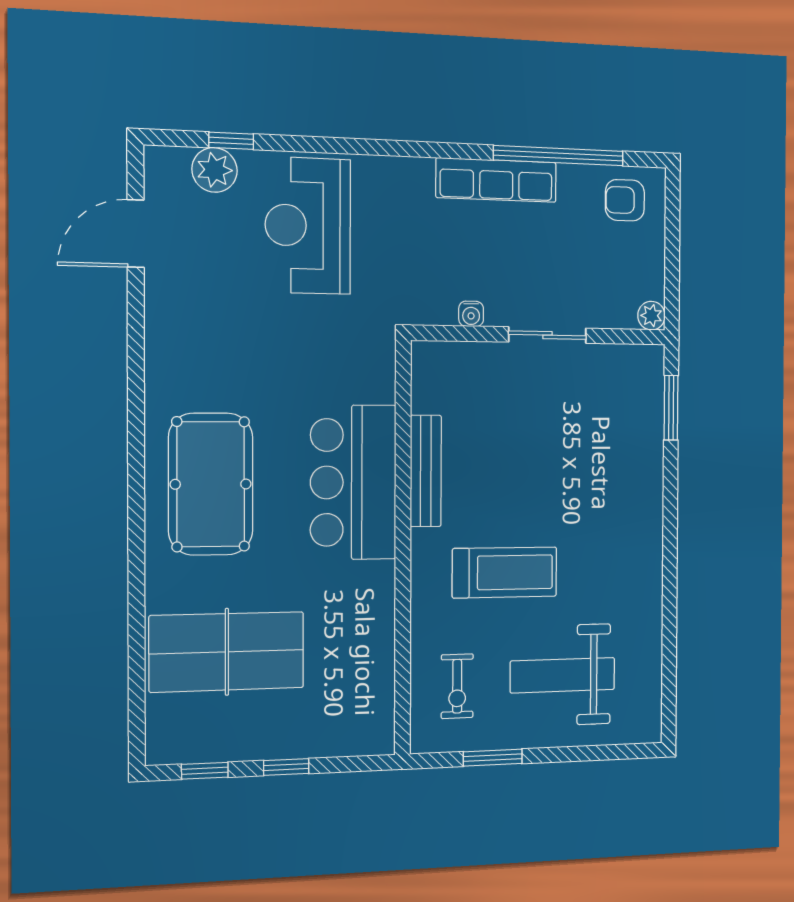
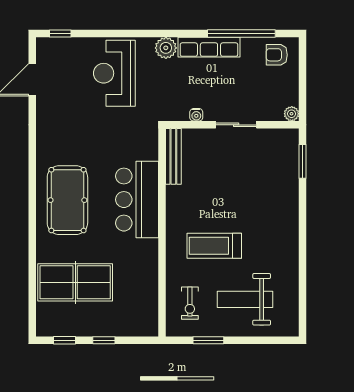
window: (231, 141) -> (60, 33), moved
plant: (215, 170) -> (166, 48), moved
bench: (426, 471) -> (173, 156), moved
treadmill: (505, 572) -> (214, 246), turned 180

